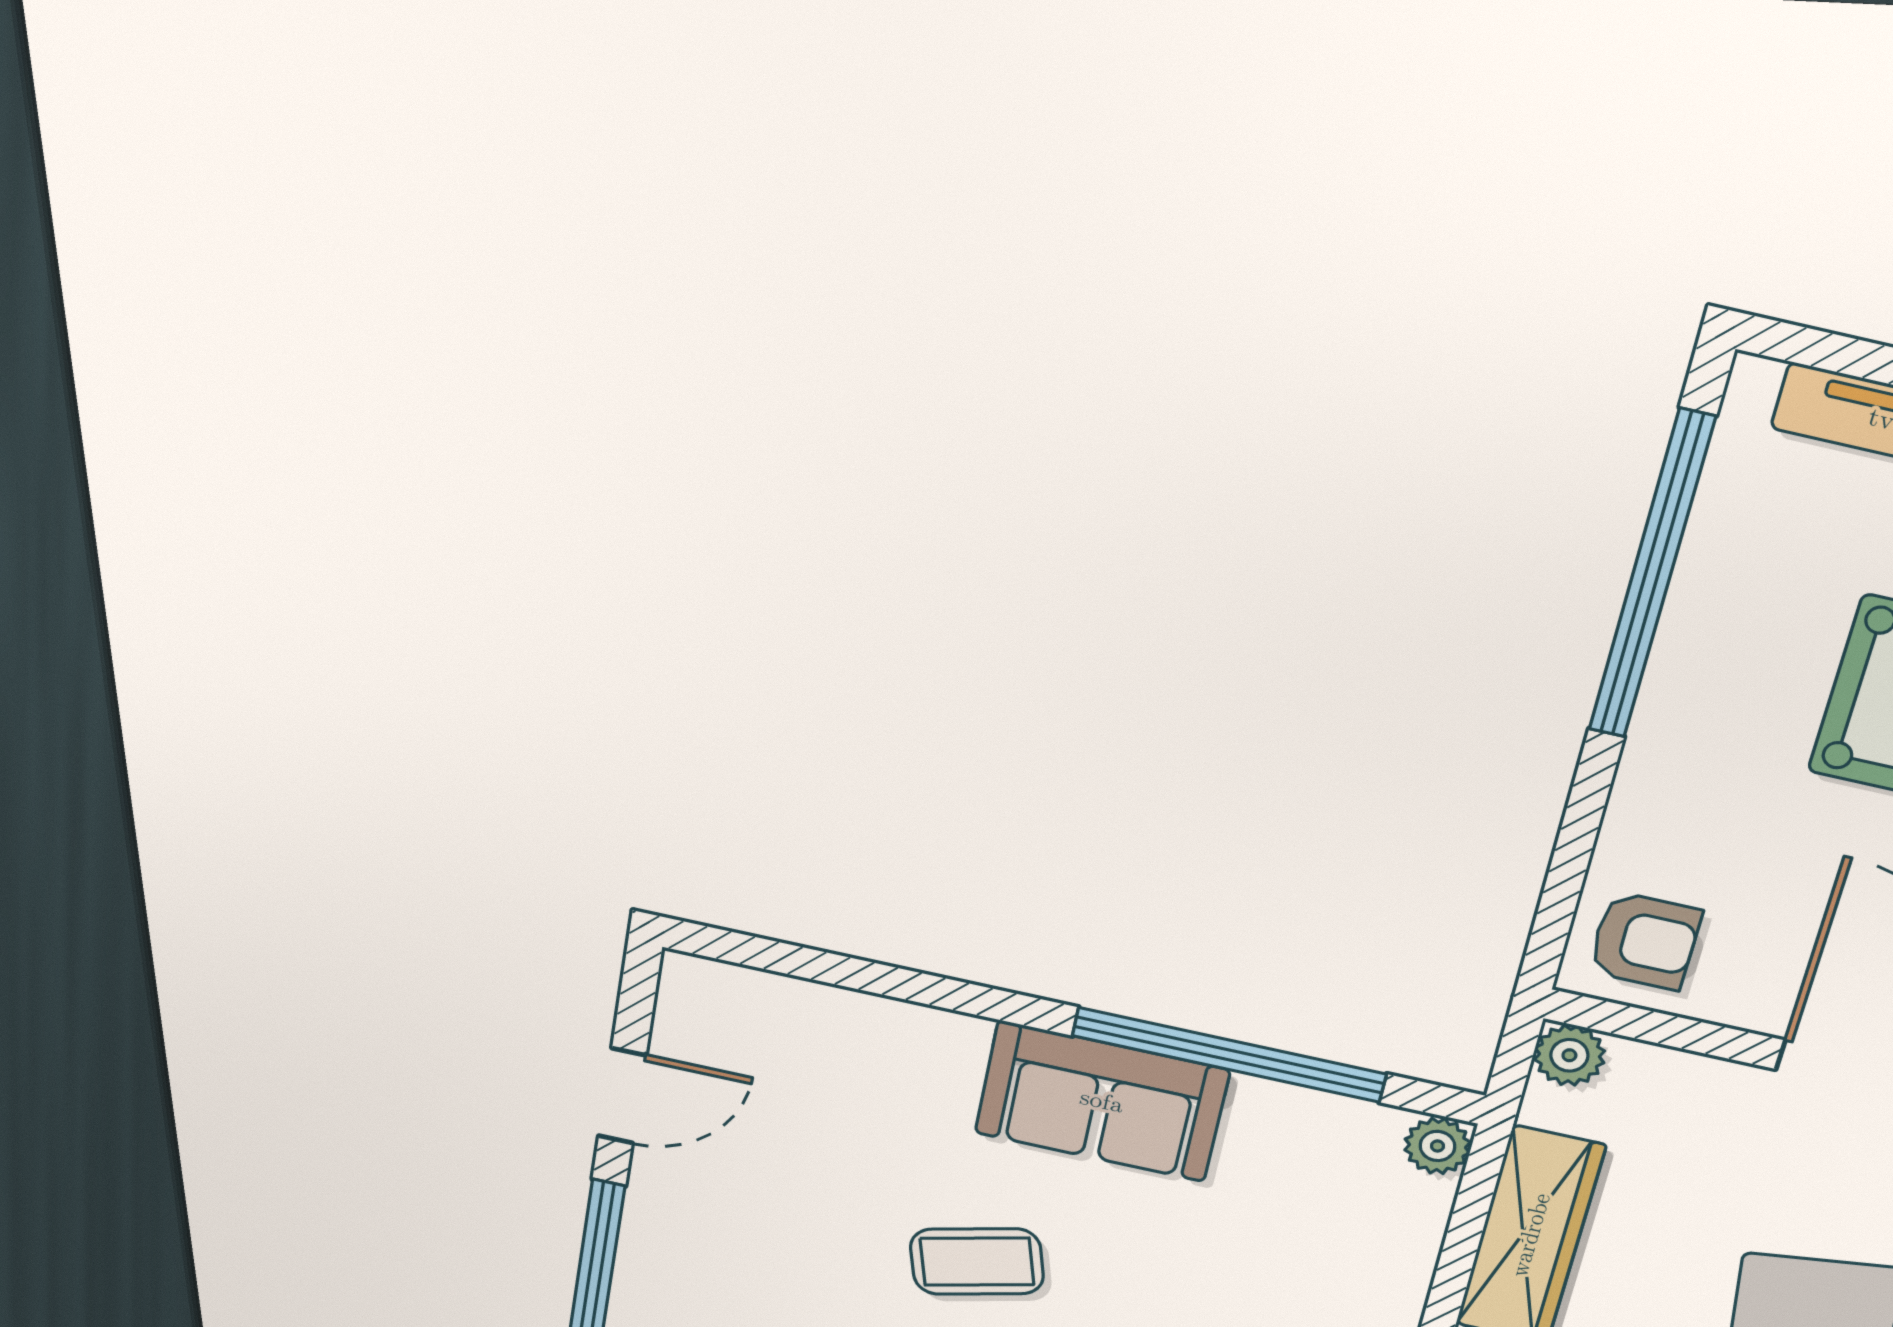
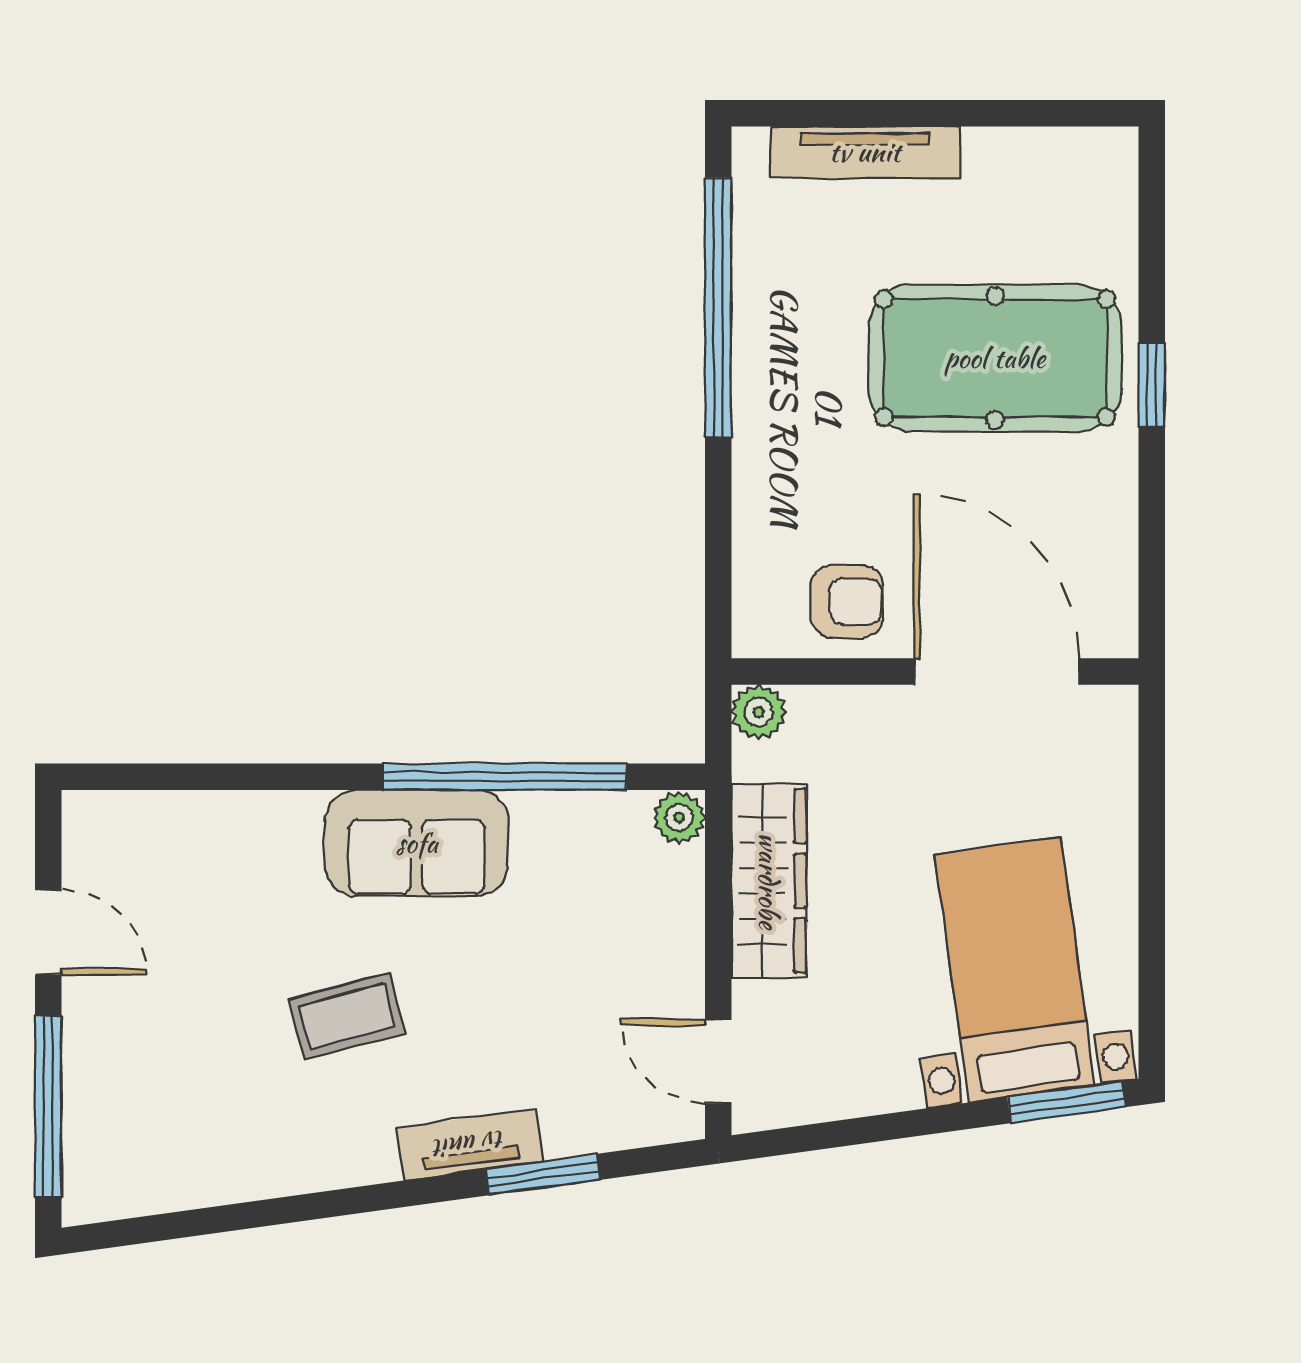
armchair: (1645, 941) -> (847, 601), moved
door: (622, 1096) -> (48, 932), hinge flipped

